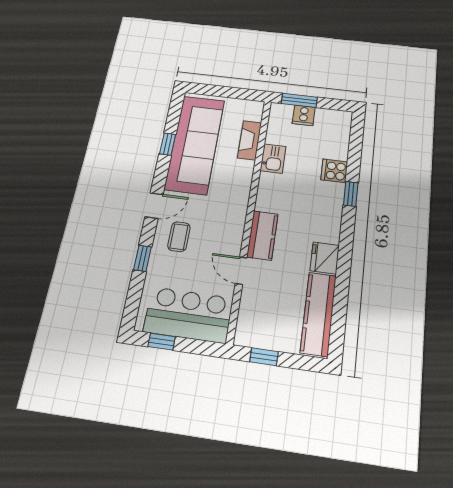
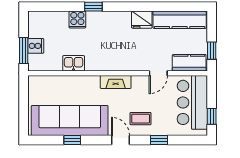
fireplace: (250, 140) -> (116, 82), moved
kitchen counter: (262, 235) -> (189, 63), moved

